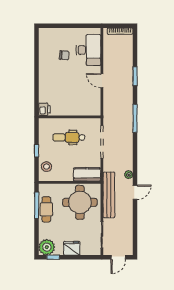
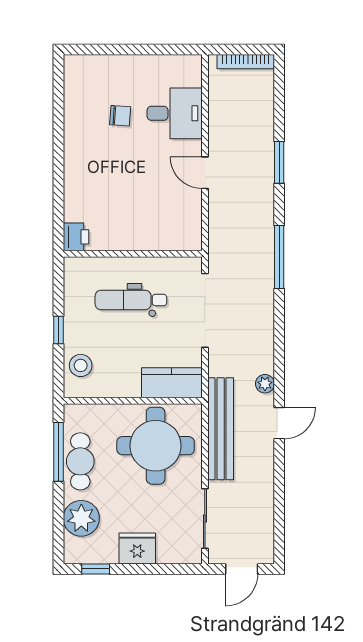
desk: (88, 50) -> (175, 113), width x0.73
plant: (47, 247) -> (81, 518), moved

